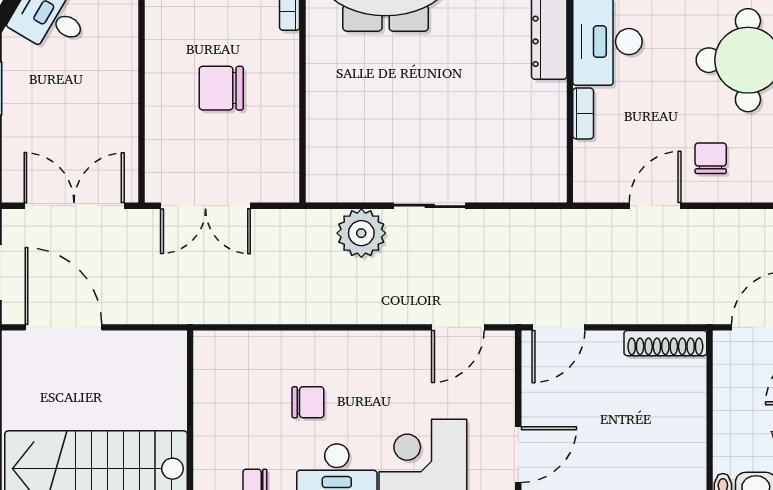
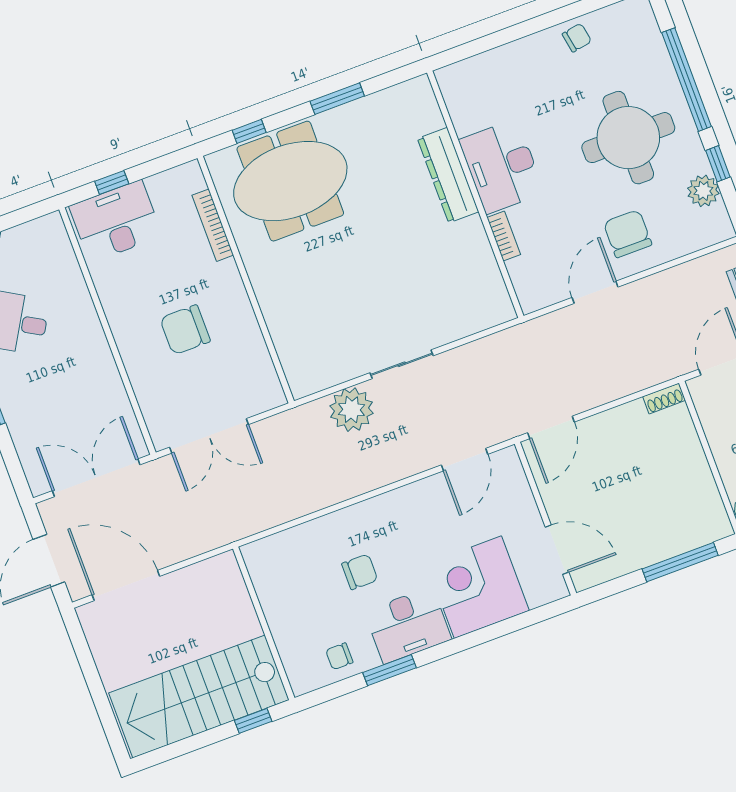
chair: (711, 158) -> (628, 234), width x1.37, depth x1.37
shoe rack: (665, 343) -> (664, 398), width x0.51, depth x0.81
door: (518, 455) -> (557, 550), hinge flipped

